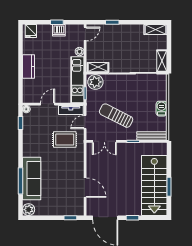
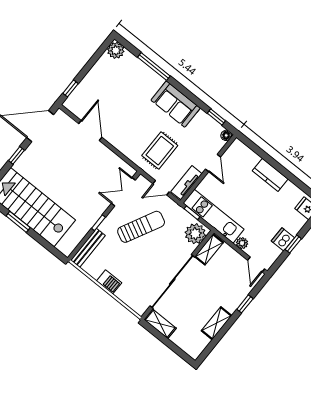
shelving: (156, 30) -> (217, 323), moved
door: (85, 122) -> (161, 188), swing flipped
sofa: (32, 179) -> (176, 104), moved, width x0.73
door: (85, 188) -> (90, 131), swing flipped

